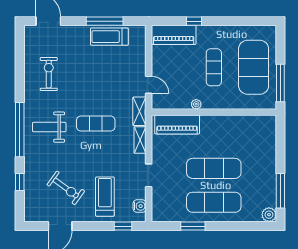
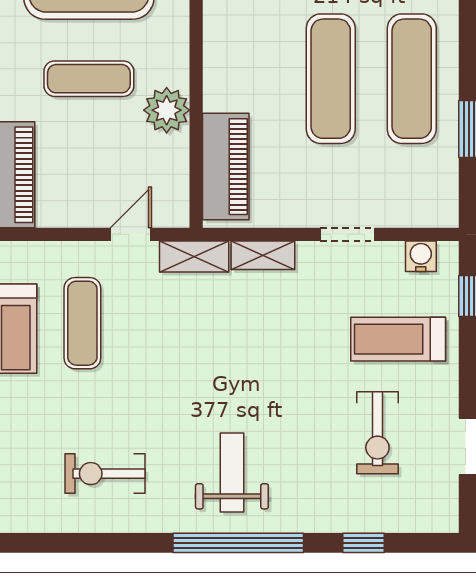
plant: (196, 104) -> (167, 110), width x1.88, depth x1.88
exercise mat: (96, 124) -> (82, 323), moved
weight bench: (49, 127) -> (232, 472), turned 180
exercise bike: (66, 188) -> (377, 433), turned 144

